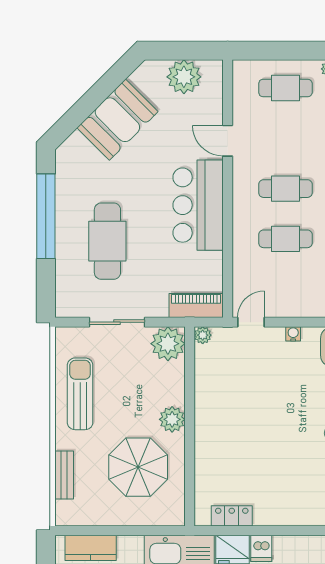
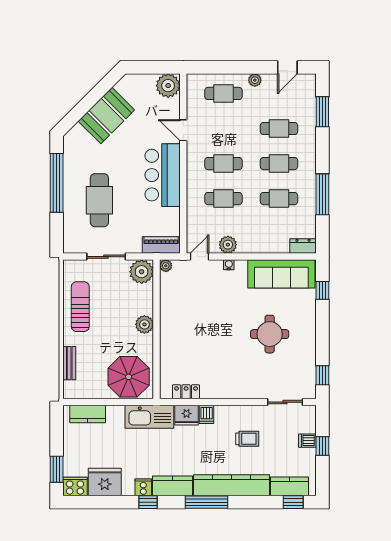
plant: (184, 77) -> (168, 86), moved
plant: (292, 305) -> (228, 245), added
parasol: (138, 467) -> (129, 377), moved

